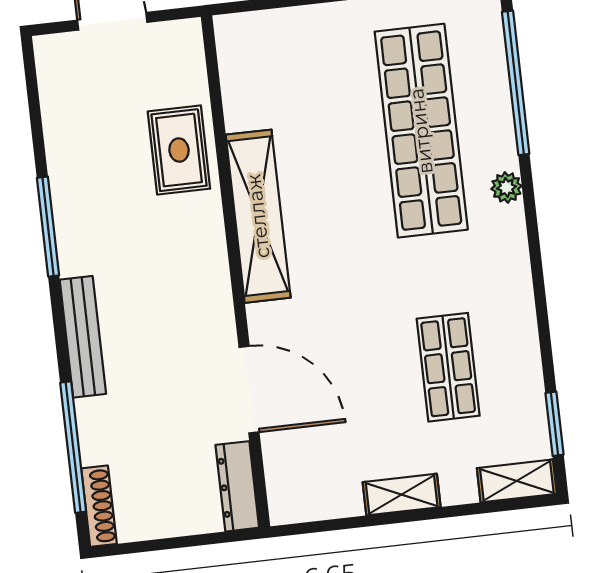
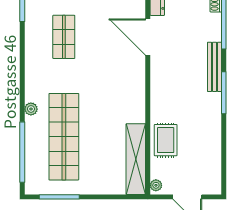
plant: (190, 40) -> (156, 185), added
shelving: (258, 216) -> (136, 159), moved
window: (48, 227) -> (224, 93), moved

